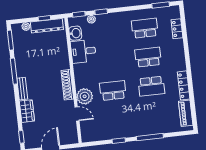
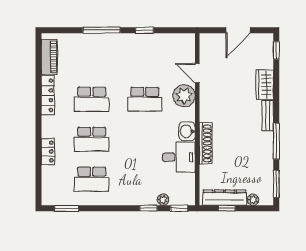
locker: (177, 29) -> (48, 152), moved
washbasin: (75, 33) -> (187, 131), moved
shoe rack: (67, 85) -> (206, 143), moved
school desk: (151, 86) -> (92, 99), turned 180

